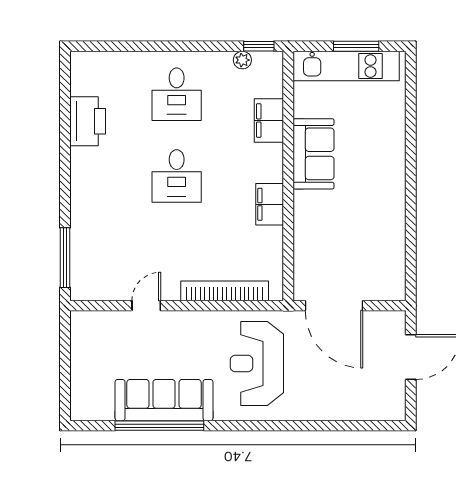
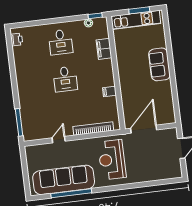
printer: (88, 121) -> (17, 40), moved, width x0.53, depth x0.68
sofa: (314, 154) -> (159, 64), moved, turned 180
filing cabinet: (270, 204) -> (109, 91), width x0.50
door: (334, 306) -> (144, 129), swing flipped
sofa: (164, 400) -> (64, 180), width x1.36, depth x1.27

